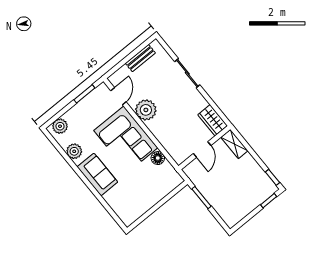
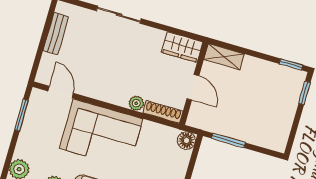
plant: (146, 110) -> (136, 103), moved, width x0.53, depth x0.53
shoe rack: (173, 152) -> (163, 112), added
floor lamp: (158, 158) -> (186, 140), moved

